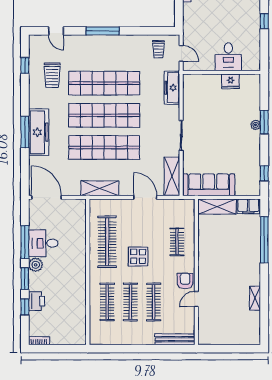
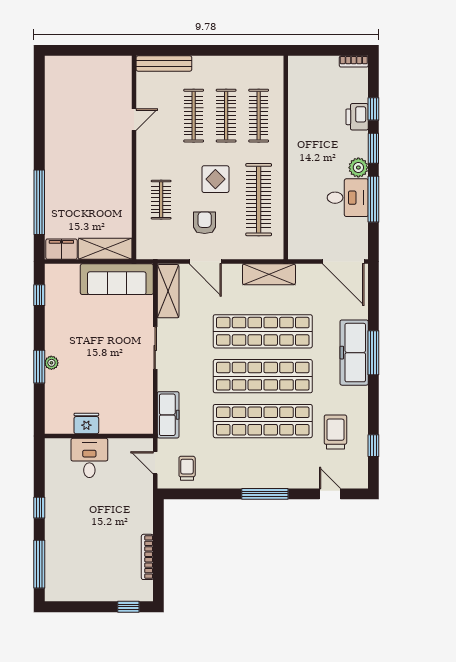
armchair: (185, 281) -> (205, 223), moved, turned 180
shelving: (255, 298) -> (52, 121), removed

